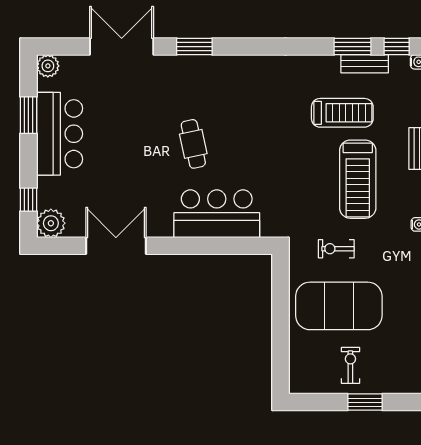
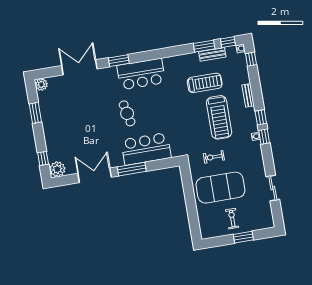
bar counter: (60, 134) -> (141, 74), moved, turned 90
window: (185, 246) -> (132, 169), added

